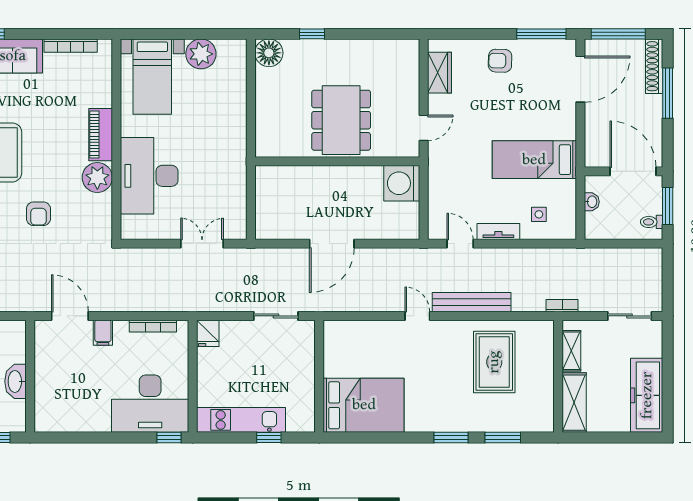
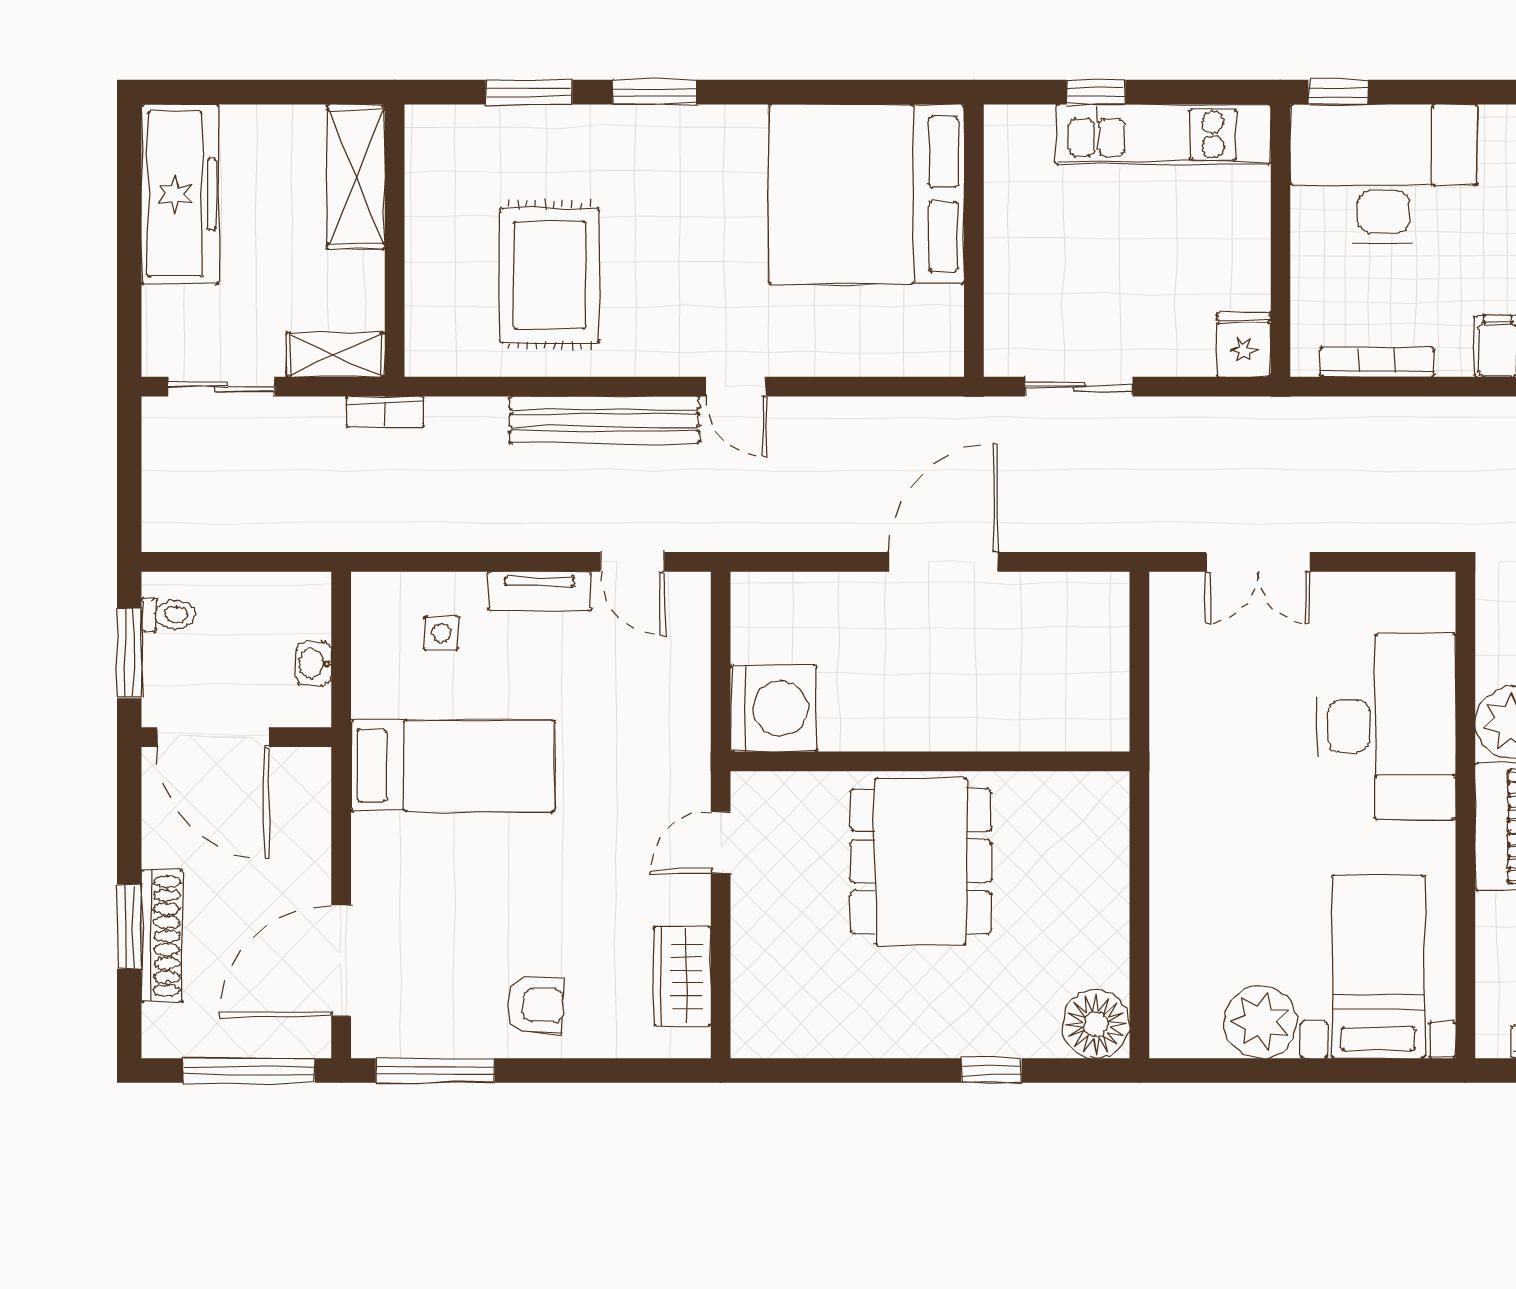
shoe rack: (654, 66) -> (162, 936), moved
window: (668, 93) -> (129, 927), width x0.69
shelving: (571, 351) -> (336, 355), moved, turned 90
bed: (364, 405) -> (866, 194), width x1.36

